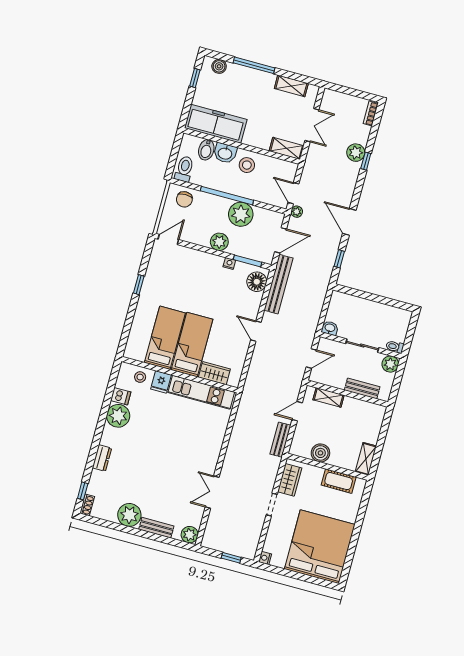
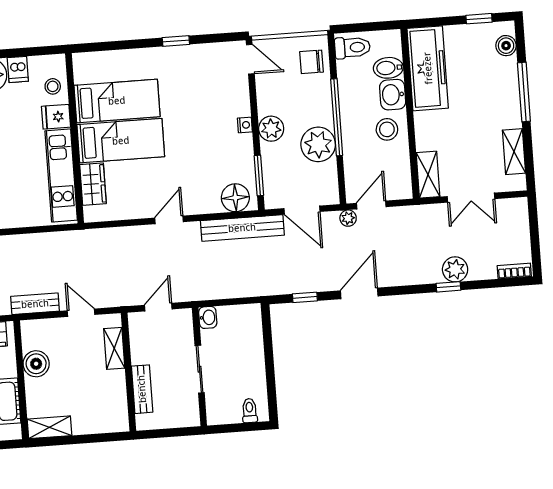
nightstand: (229, 263) -> (245, 125), moved
toilet: (395, 347) -> (250, 410), moved
door: (311, 359) -> (158, 307), swing flipped
plant: (390, 364) -> (188, 415), removed

